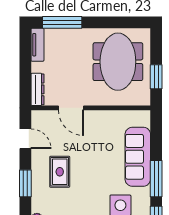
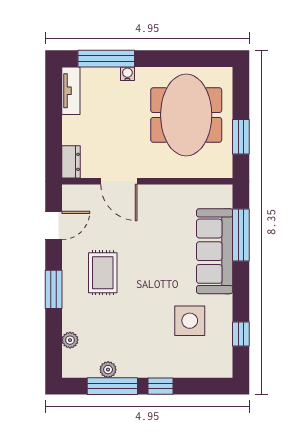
water cooler: (77, 33) -> (127, 74), added
dresser: (37, 89) -> (71, 162), width x0.70
door: (25, 139) -> (54, 225), hinge flipped
window: (156, 179) -> (241, 235), moved

